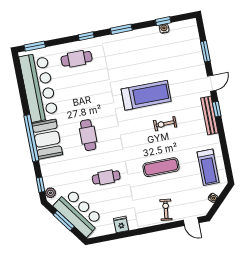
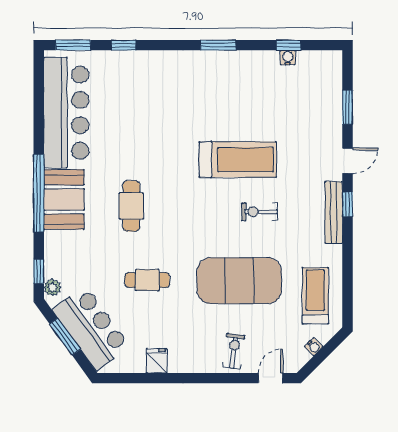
window: (86, 36) -> (124, 45), moved
cafe table: (77, 59) -> (137, 79), removed
exercise mat: (161, 167) -> (239, 281), width x2.00, depth x1.45
treadmill: (208, 167) -> (315, 296), turned 180
door: (191, 222) -> (271, 378), swing flipped

